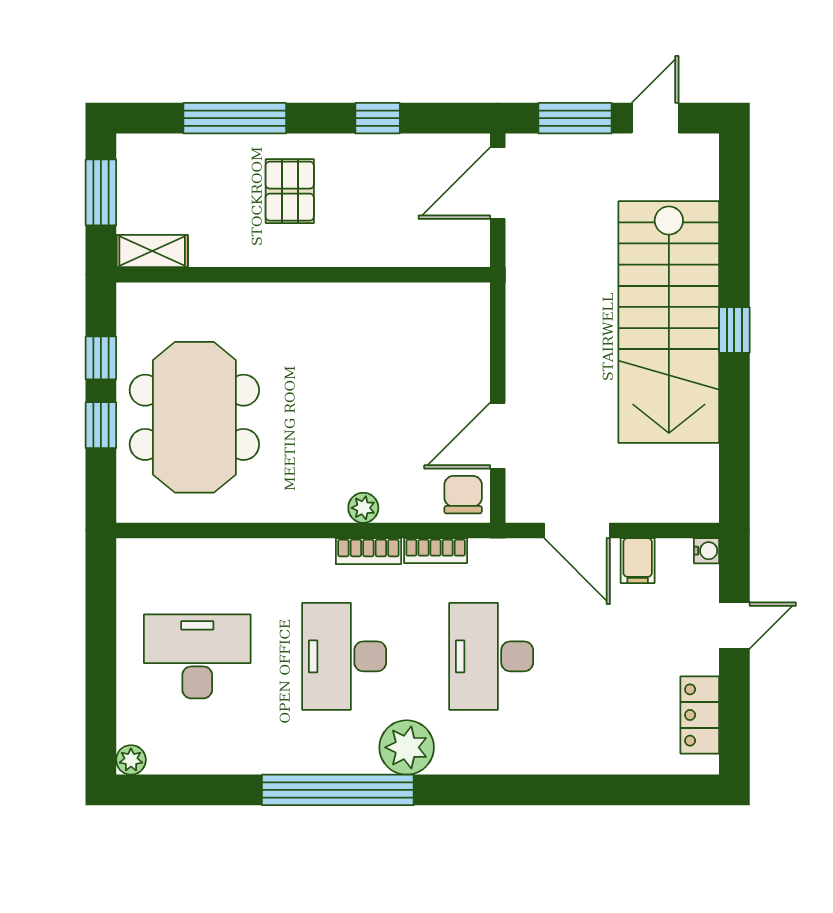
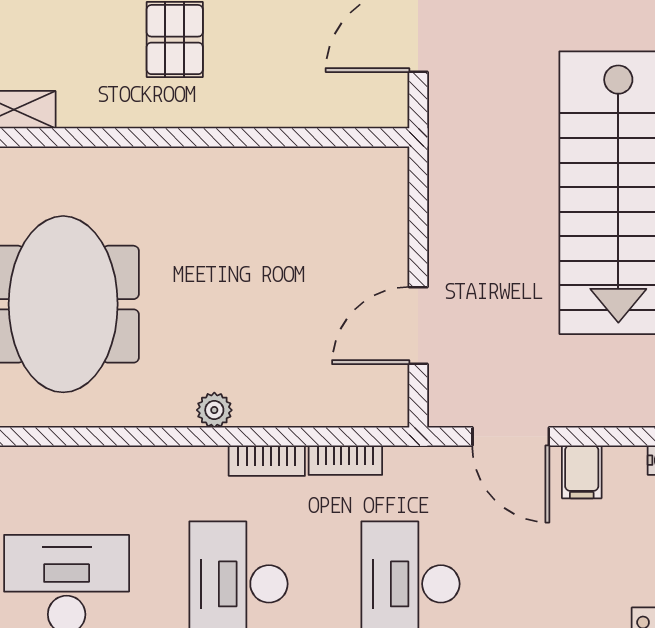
chair: (463, 495) -> (378, 395), removed
plant: (363, 508) -> (214, 410), moved

